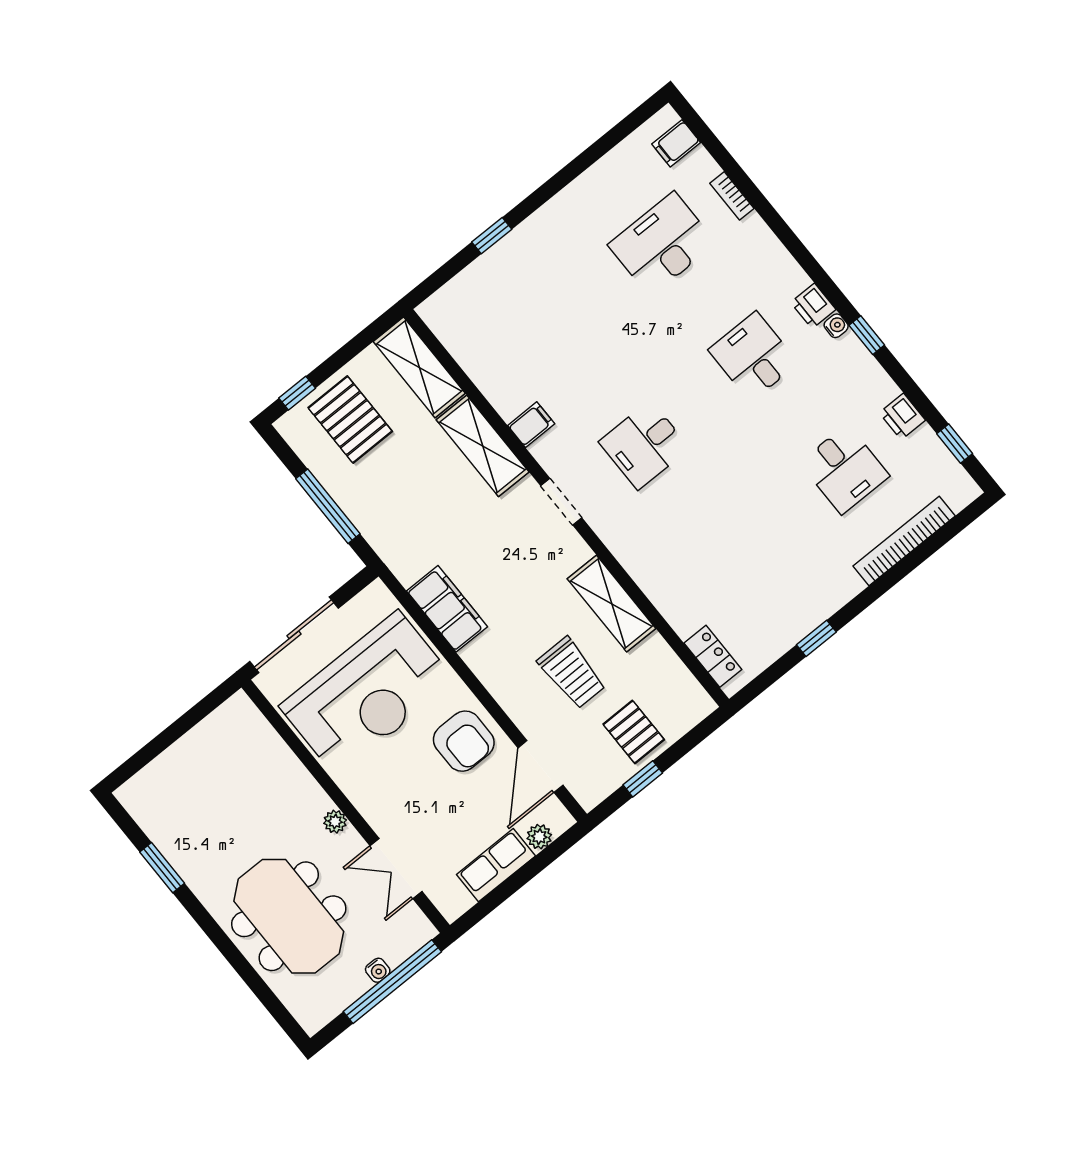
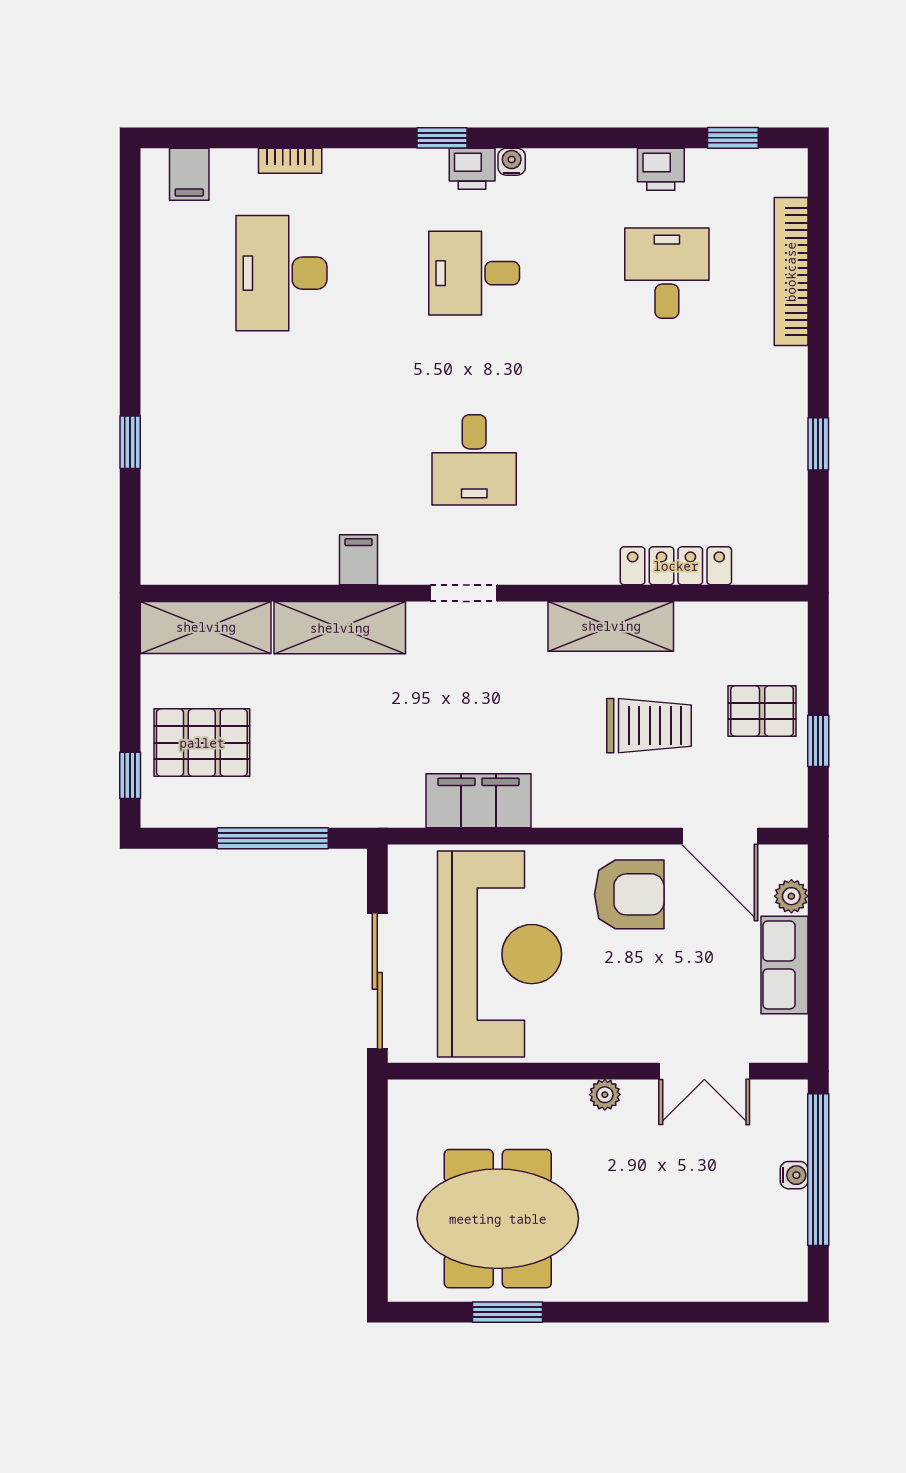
window: (867, 335) -> (442, 138), moved
desk: (844, 469) -> (667, 273), turned -90
locker: (713, 656) -> (676, 566), moved, width x1.53
meeting table: (289, 916) -> (498, 1219), moved

